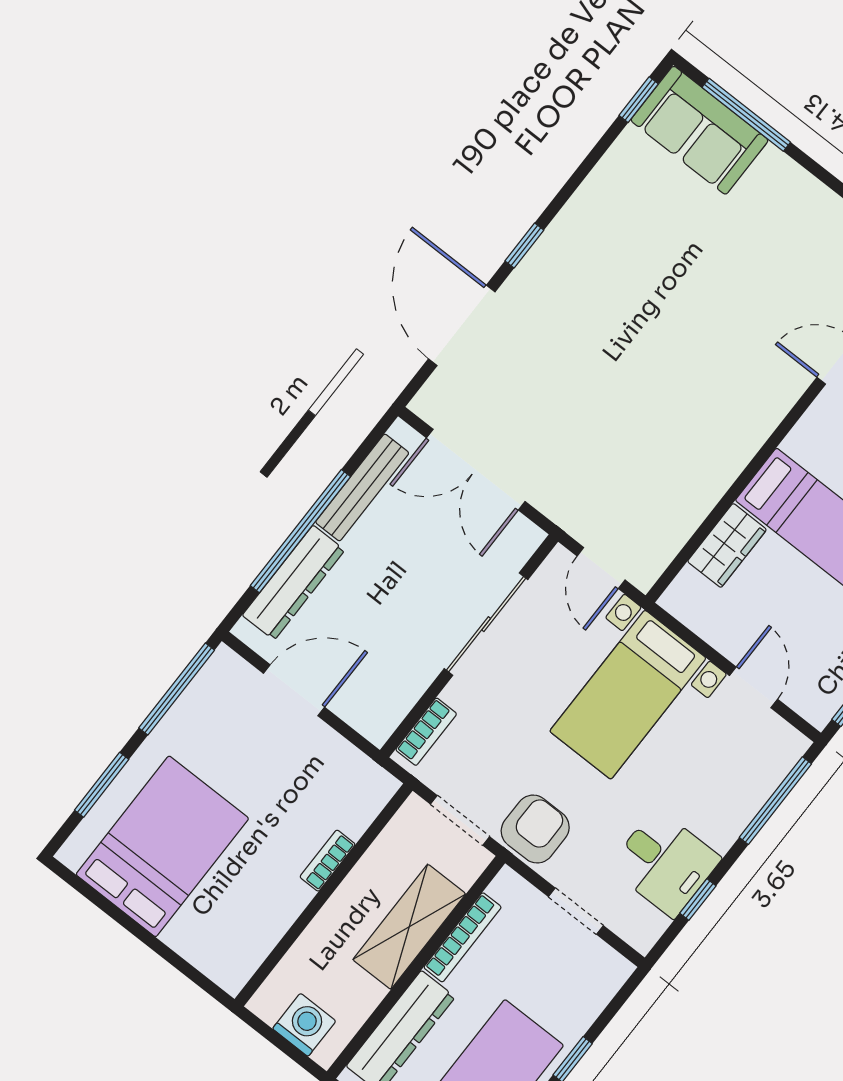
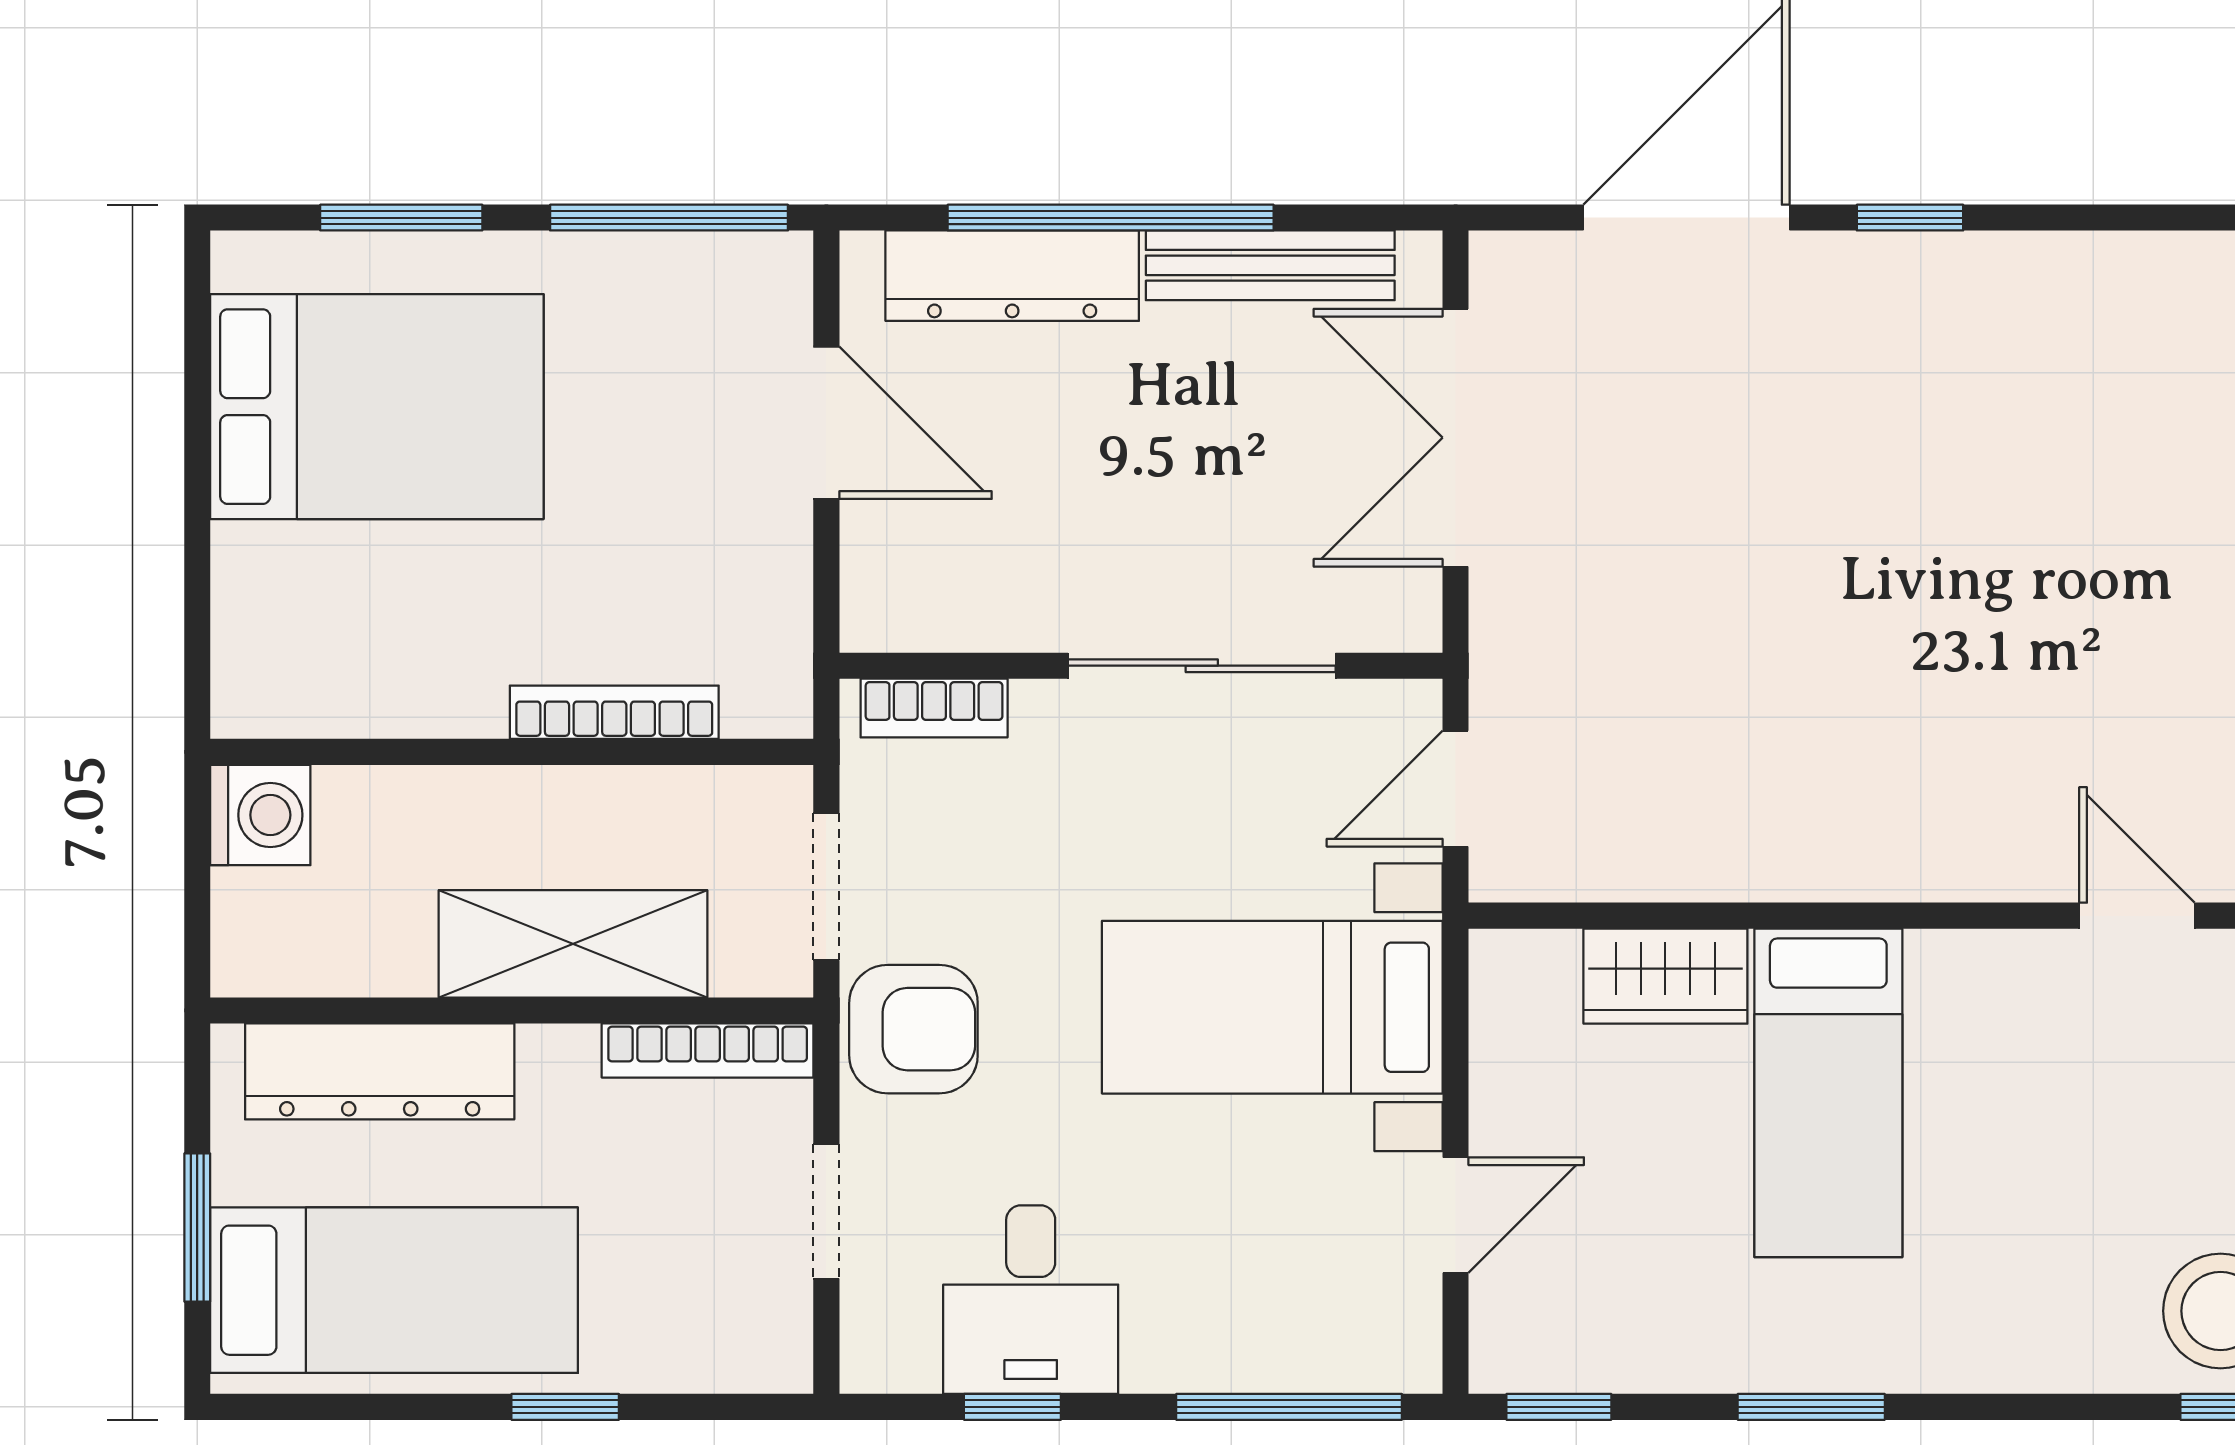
bookcase: (328, 861) -> (614, 712), width x1.56
bookcase: (463, 937) -> (708, 1050), moved
washing machine: (304, 1025) -> (260, 815), moved

